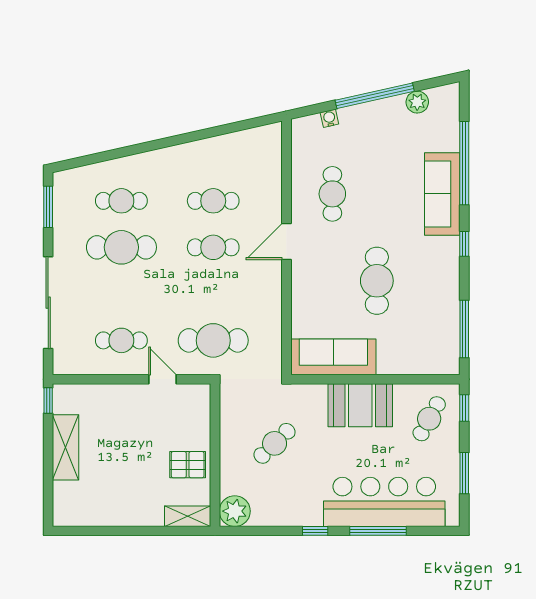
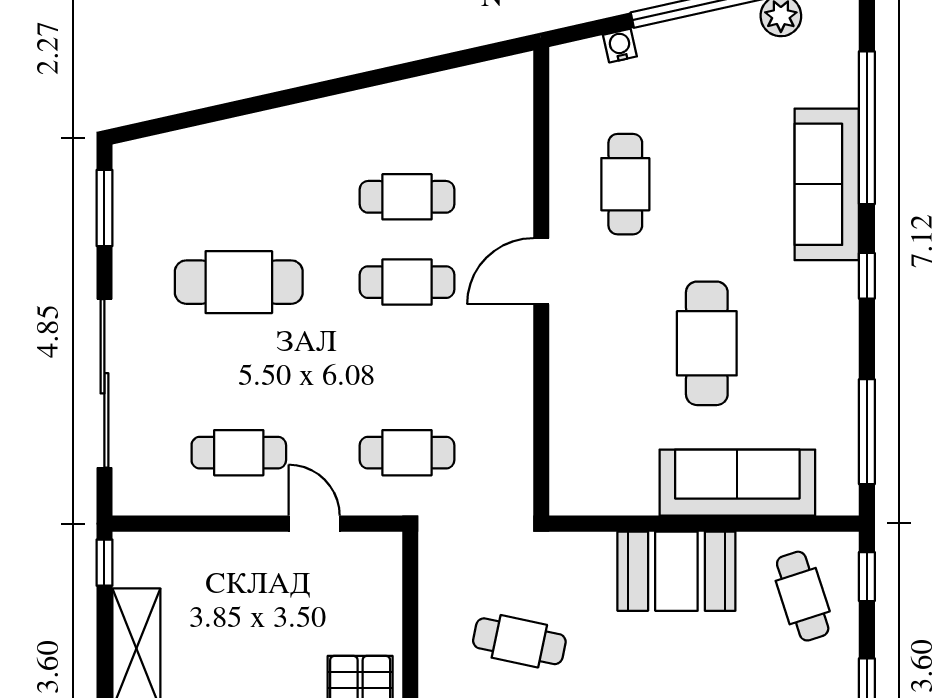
cafe table: (121, 201) -> (239, 197), removed
cafe table: (213, 340) -> (407, 453), width x0.73, depth x0.74
sofa: (333, 357) -> (737, 483), moved
cafe table: (429, 419) -> (803, 596), turned -47
cafe table: (275, 443) -> (519, 641), turned 56

